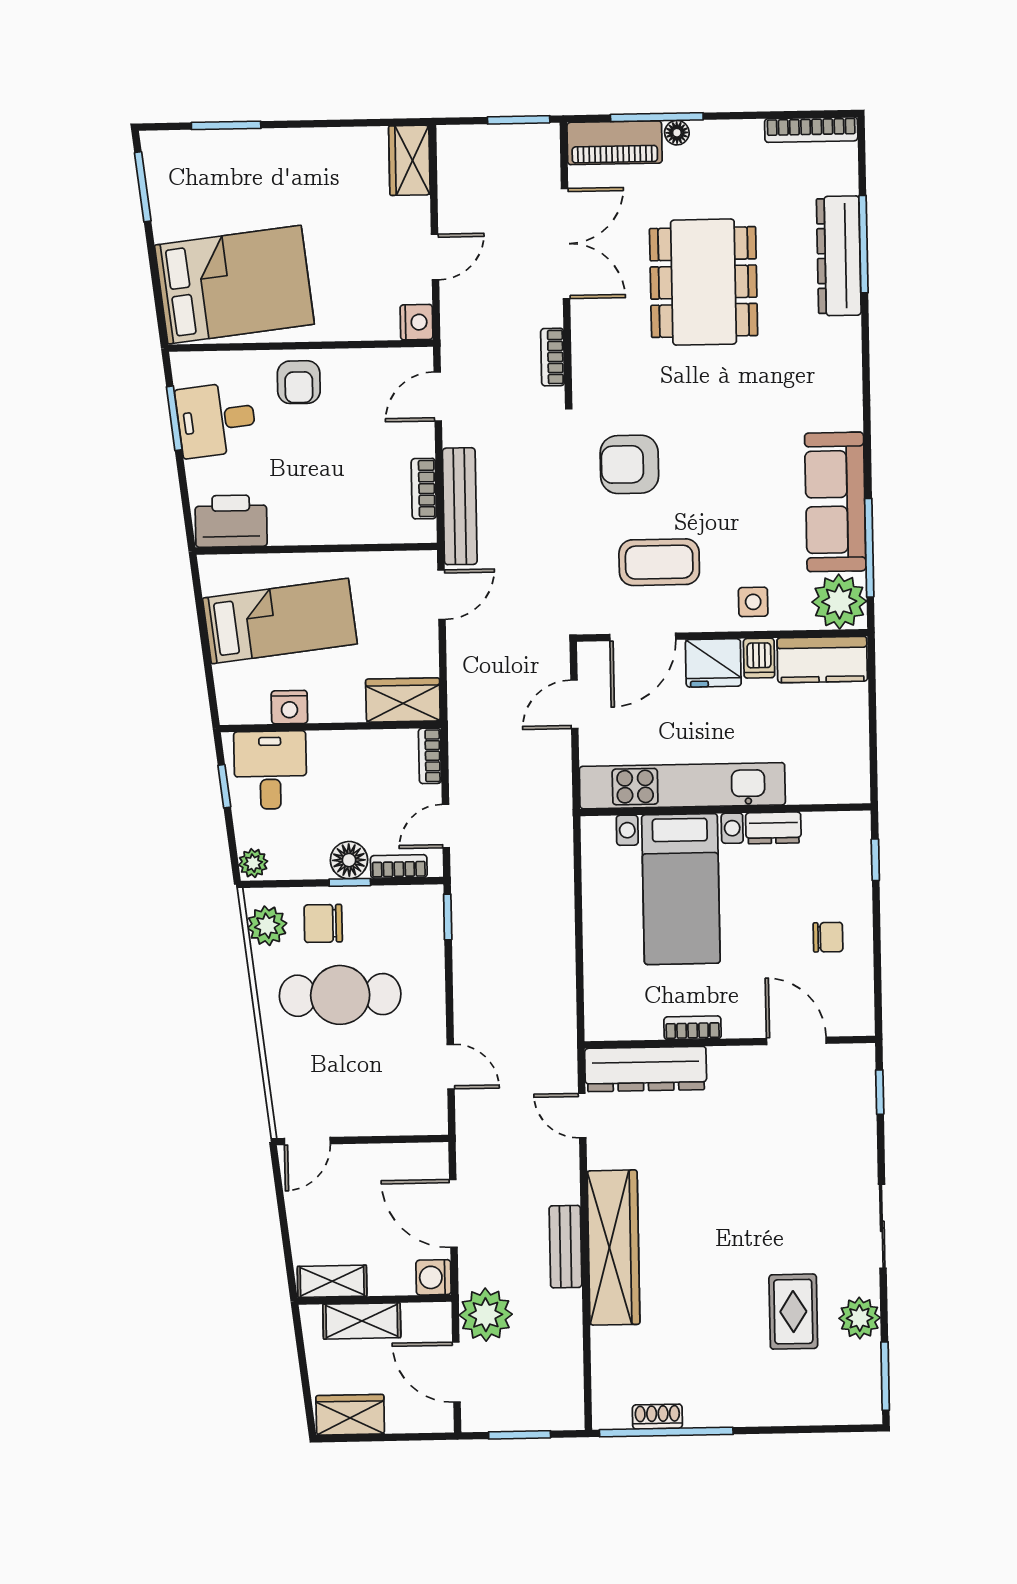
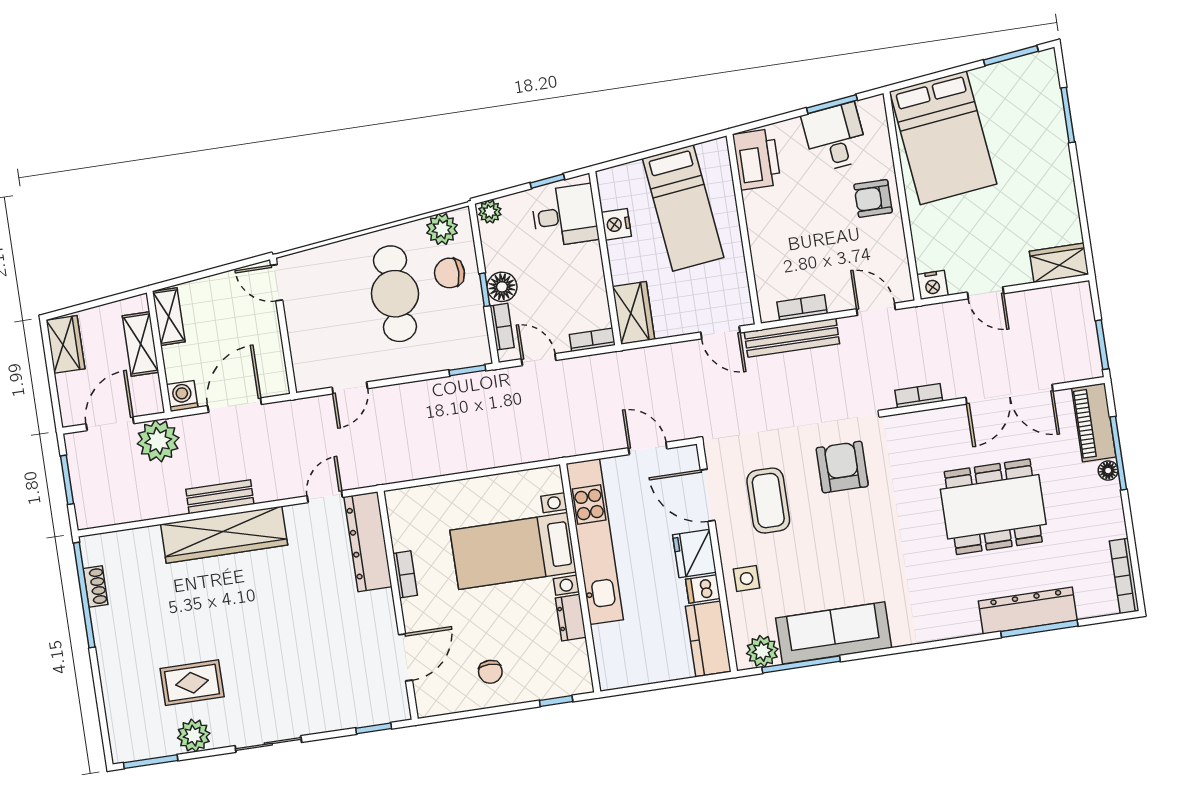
plant: (839, 602) -> (762, 651), width x0.73, depth x0.73
chair: (323, 923) -> (450, 273), turned -90

